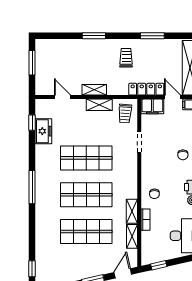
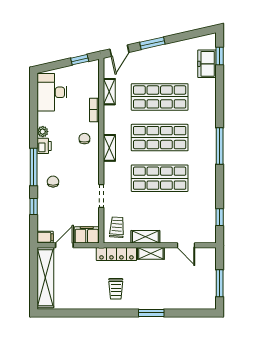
window: (152, 36) -> (87, 313), removed
locker: (146, 89) -> (116, 254), moved
door: (172, 97) -> (64, 245), swing flipped
freezer: (43, 131) -> (207, 64), moved
shelving: (132, 211) -> (109, 148), moved

